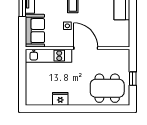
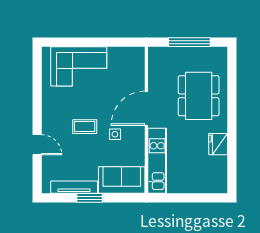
window: (133, 79) -> (189, 42), width x2.17
dining table: (107, 88) -> (199, 96), moved

